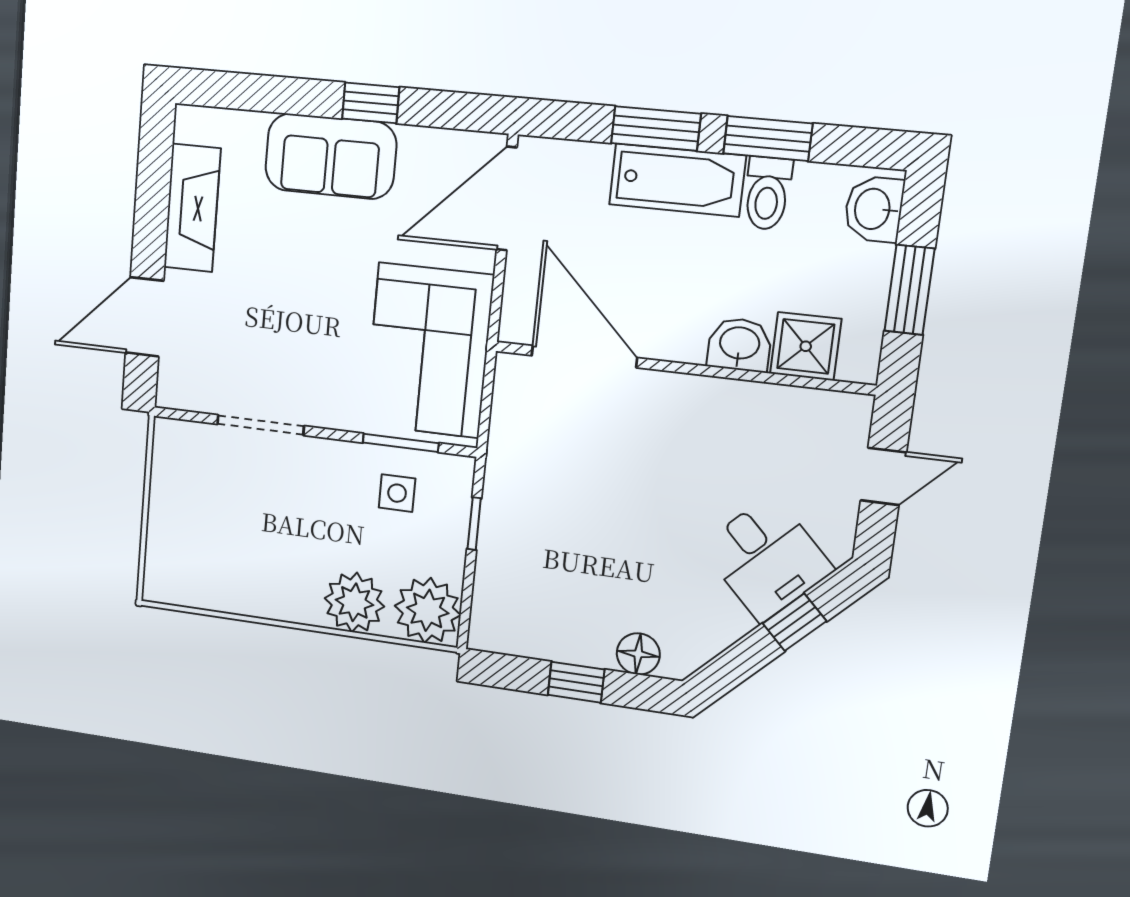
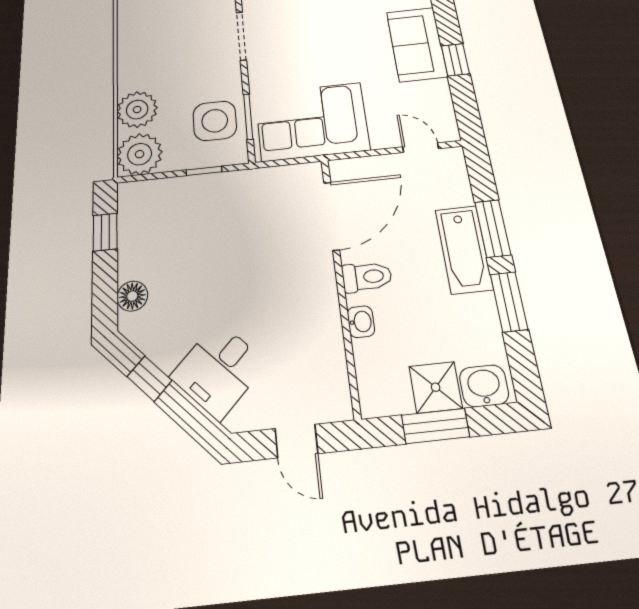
toilet: (767, 193) -> (367, 277), moved, turned 180
door: (507, 199) -> (421, 148), width x0.53
washbasin: (739, 345) -> (361, 322), width x0.72, depth x0.69
shower: (806, 346) -> (436, 387), moved
side table: (397, 493) -> (215, 121), width x1.87, depth x1.87
window: (795, 622) -> (149, 379), moved
window: (576, 682) -> (105, 232), moved

